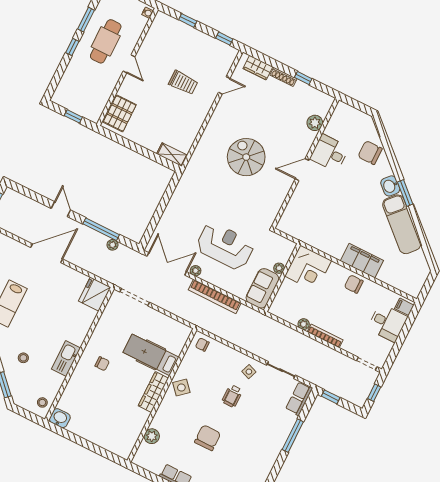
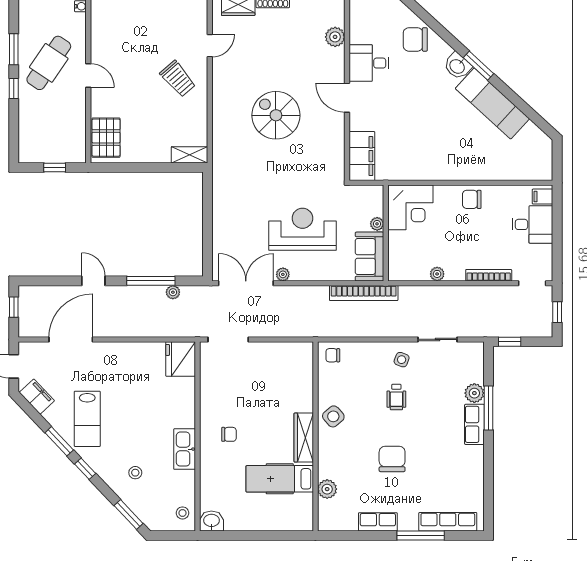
cafe table: (106, 41) -> (49, 63), turned 34
trolley: (183, 83) -> (178, 79), moved, turned 49
door: (302, 170) -> (347, 98), hinge flipped
door: (47, 253) -> (71, 339), moved
filing cabinet: (362, 261) -> (362, 156), moved, turned 90
bookcase: (215, 296) -> (364, 293), moved
bookcase: (325, 336) -> (489, 275), moved
hospital bed: (151, 355) -> (280, 479), moved
row of seats: (299, 399) -> (474, 424), moved
plant: (288, 420) -> (474, 393), added

